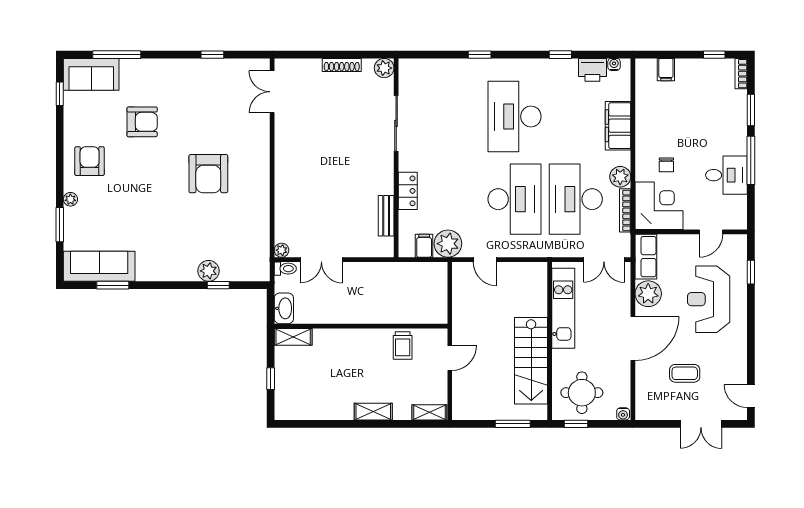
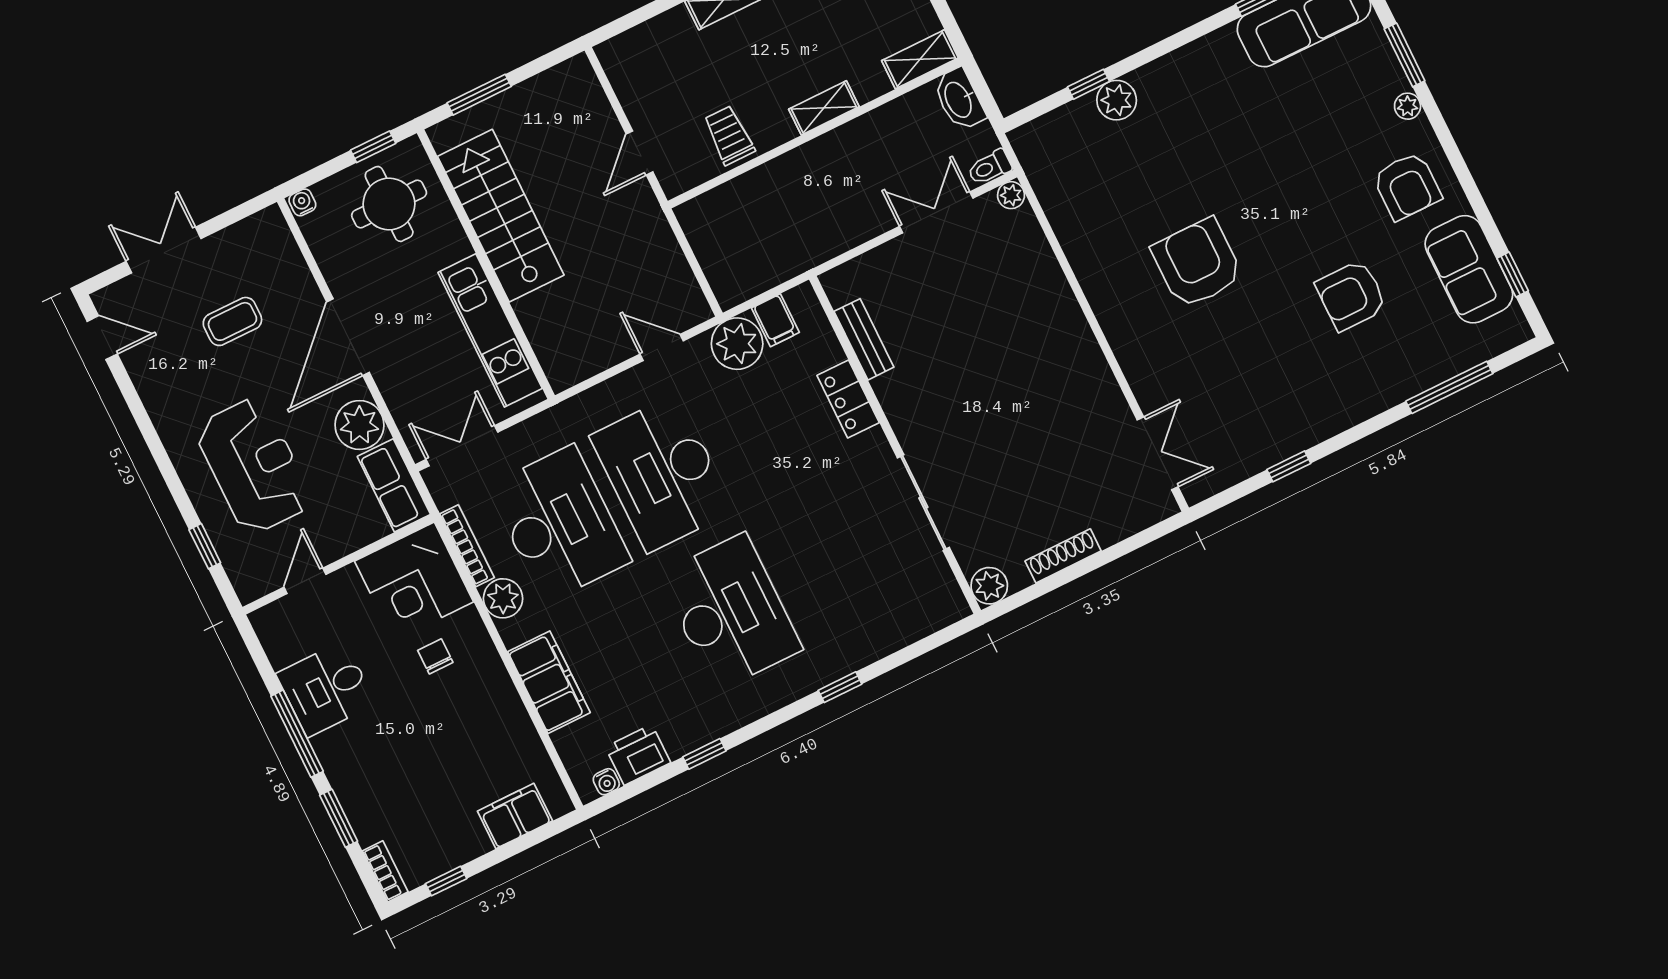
filing cabinet: (666, 70) -> (515, 816), width x2.00
sofa: (91, 74) -> (1469, 269), moved, turned -90
shelving: (429, 412) -> (824, 108), moved

